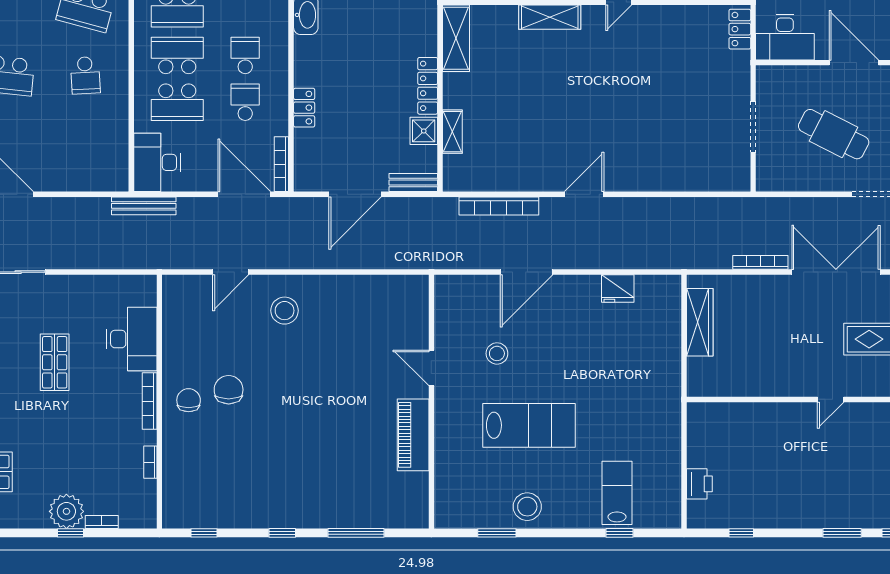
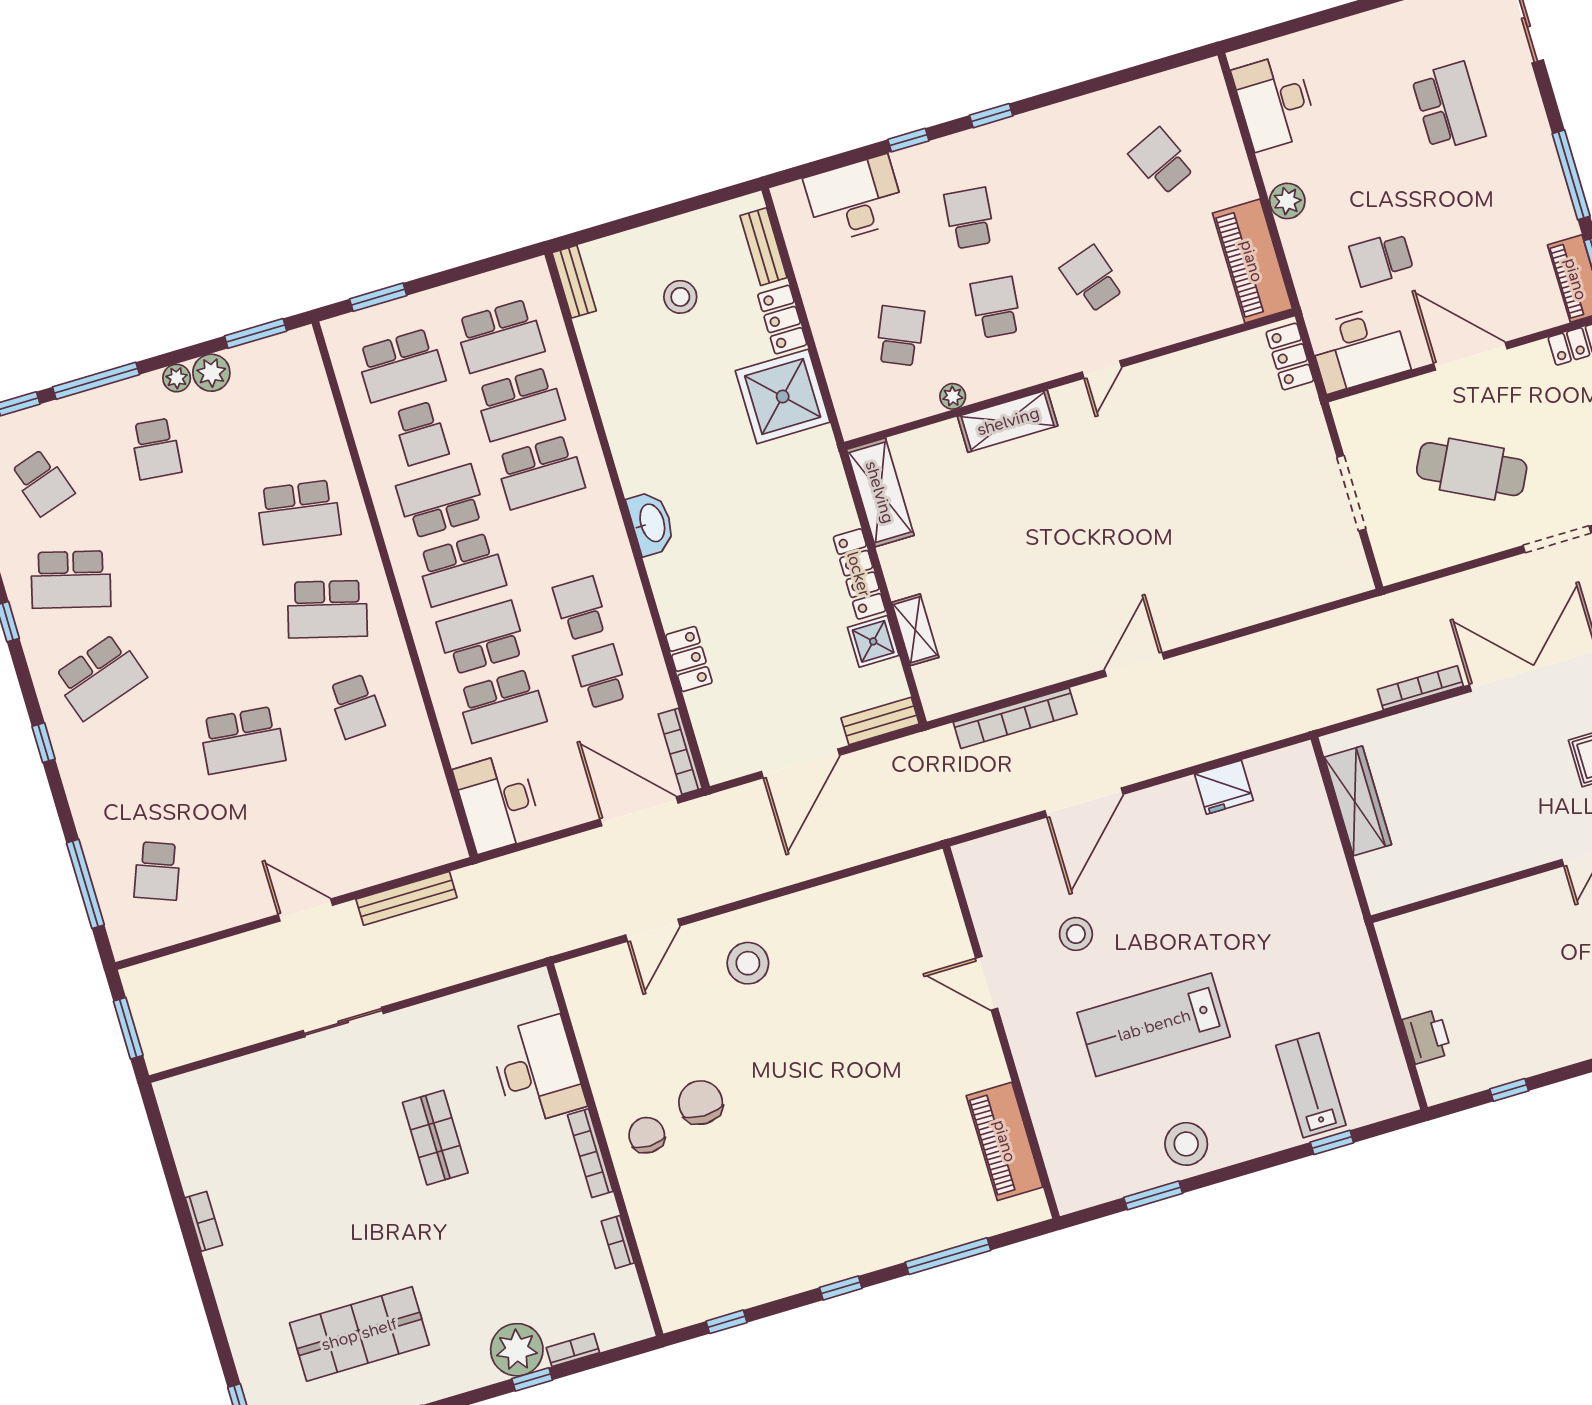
bench: (144, 206) -> (406, 898), moved
lab bench: (529, 425) -> (1154, 1025), turned 180
piano: (413, 435) -> (1005, 1141), moved

